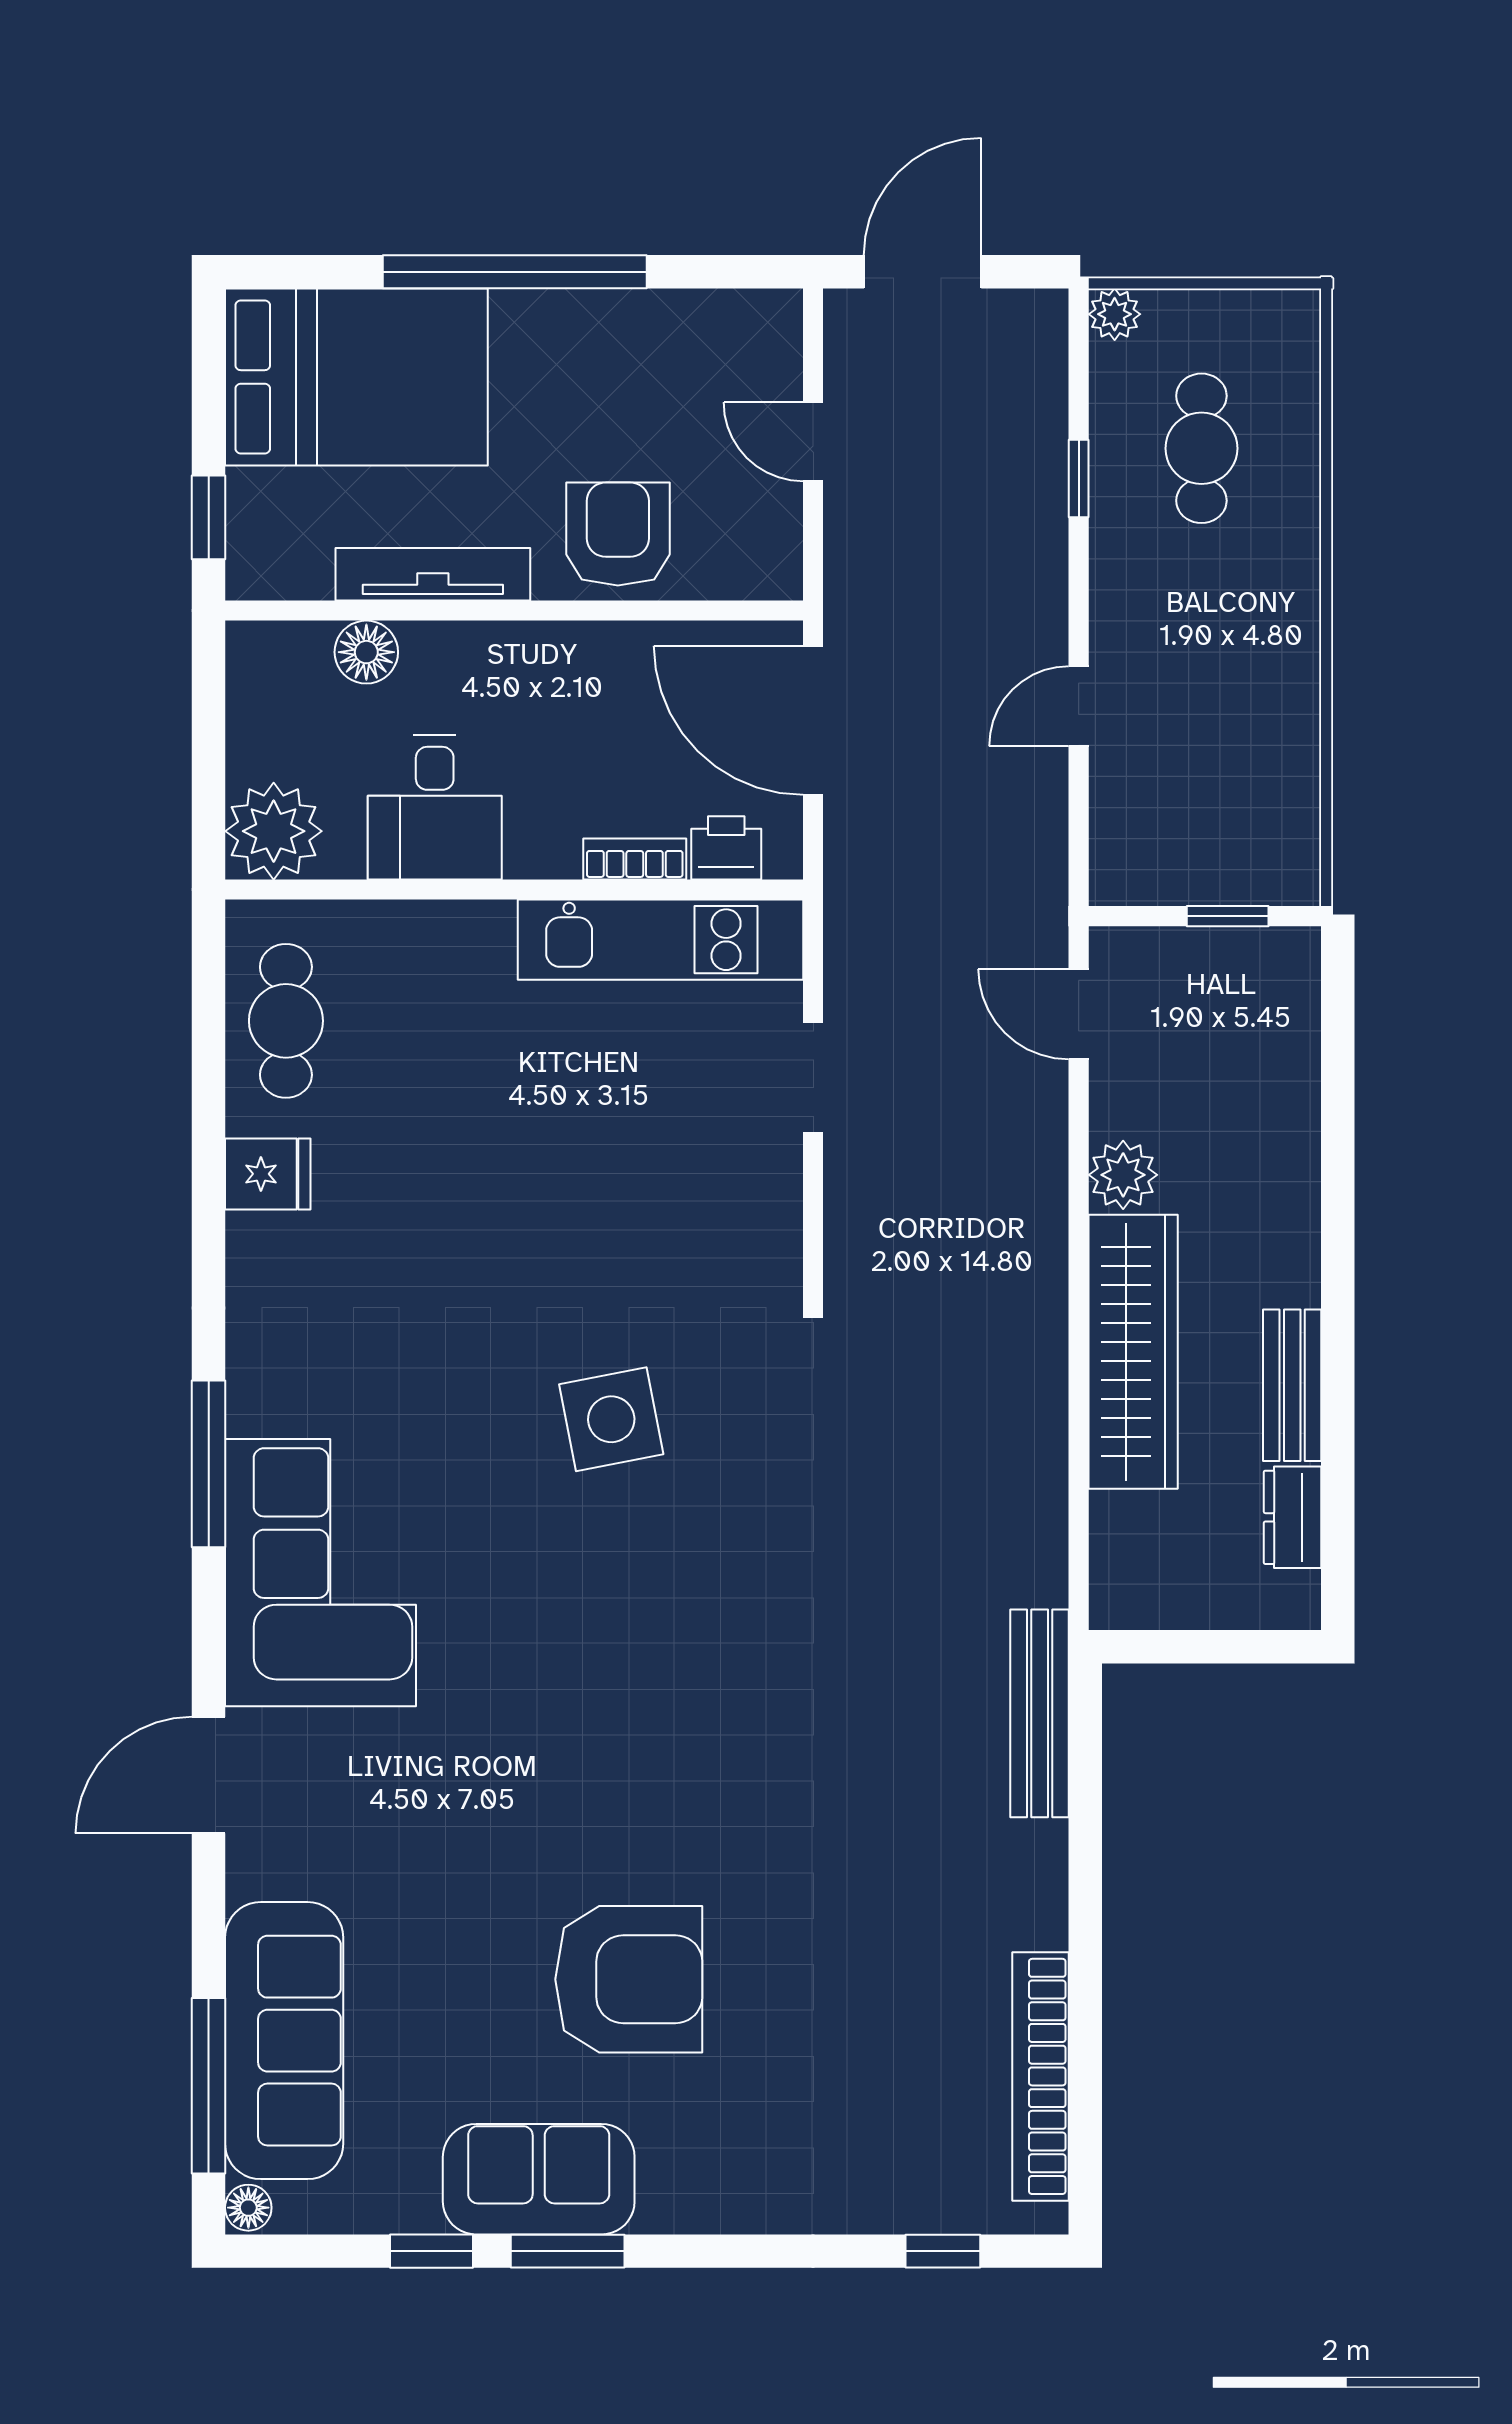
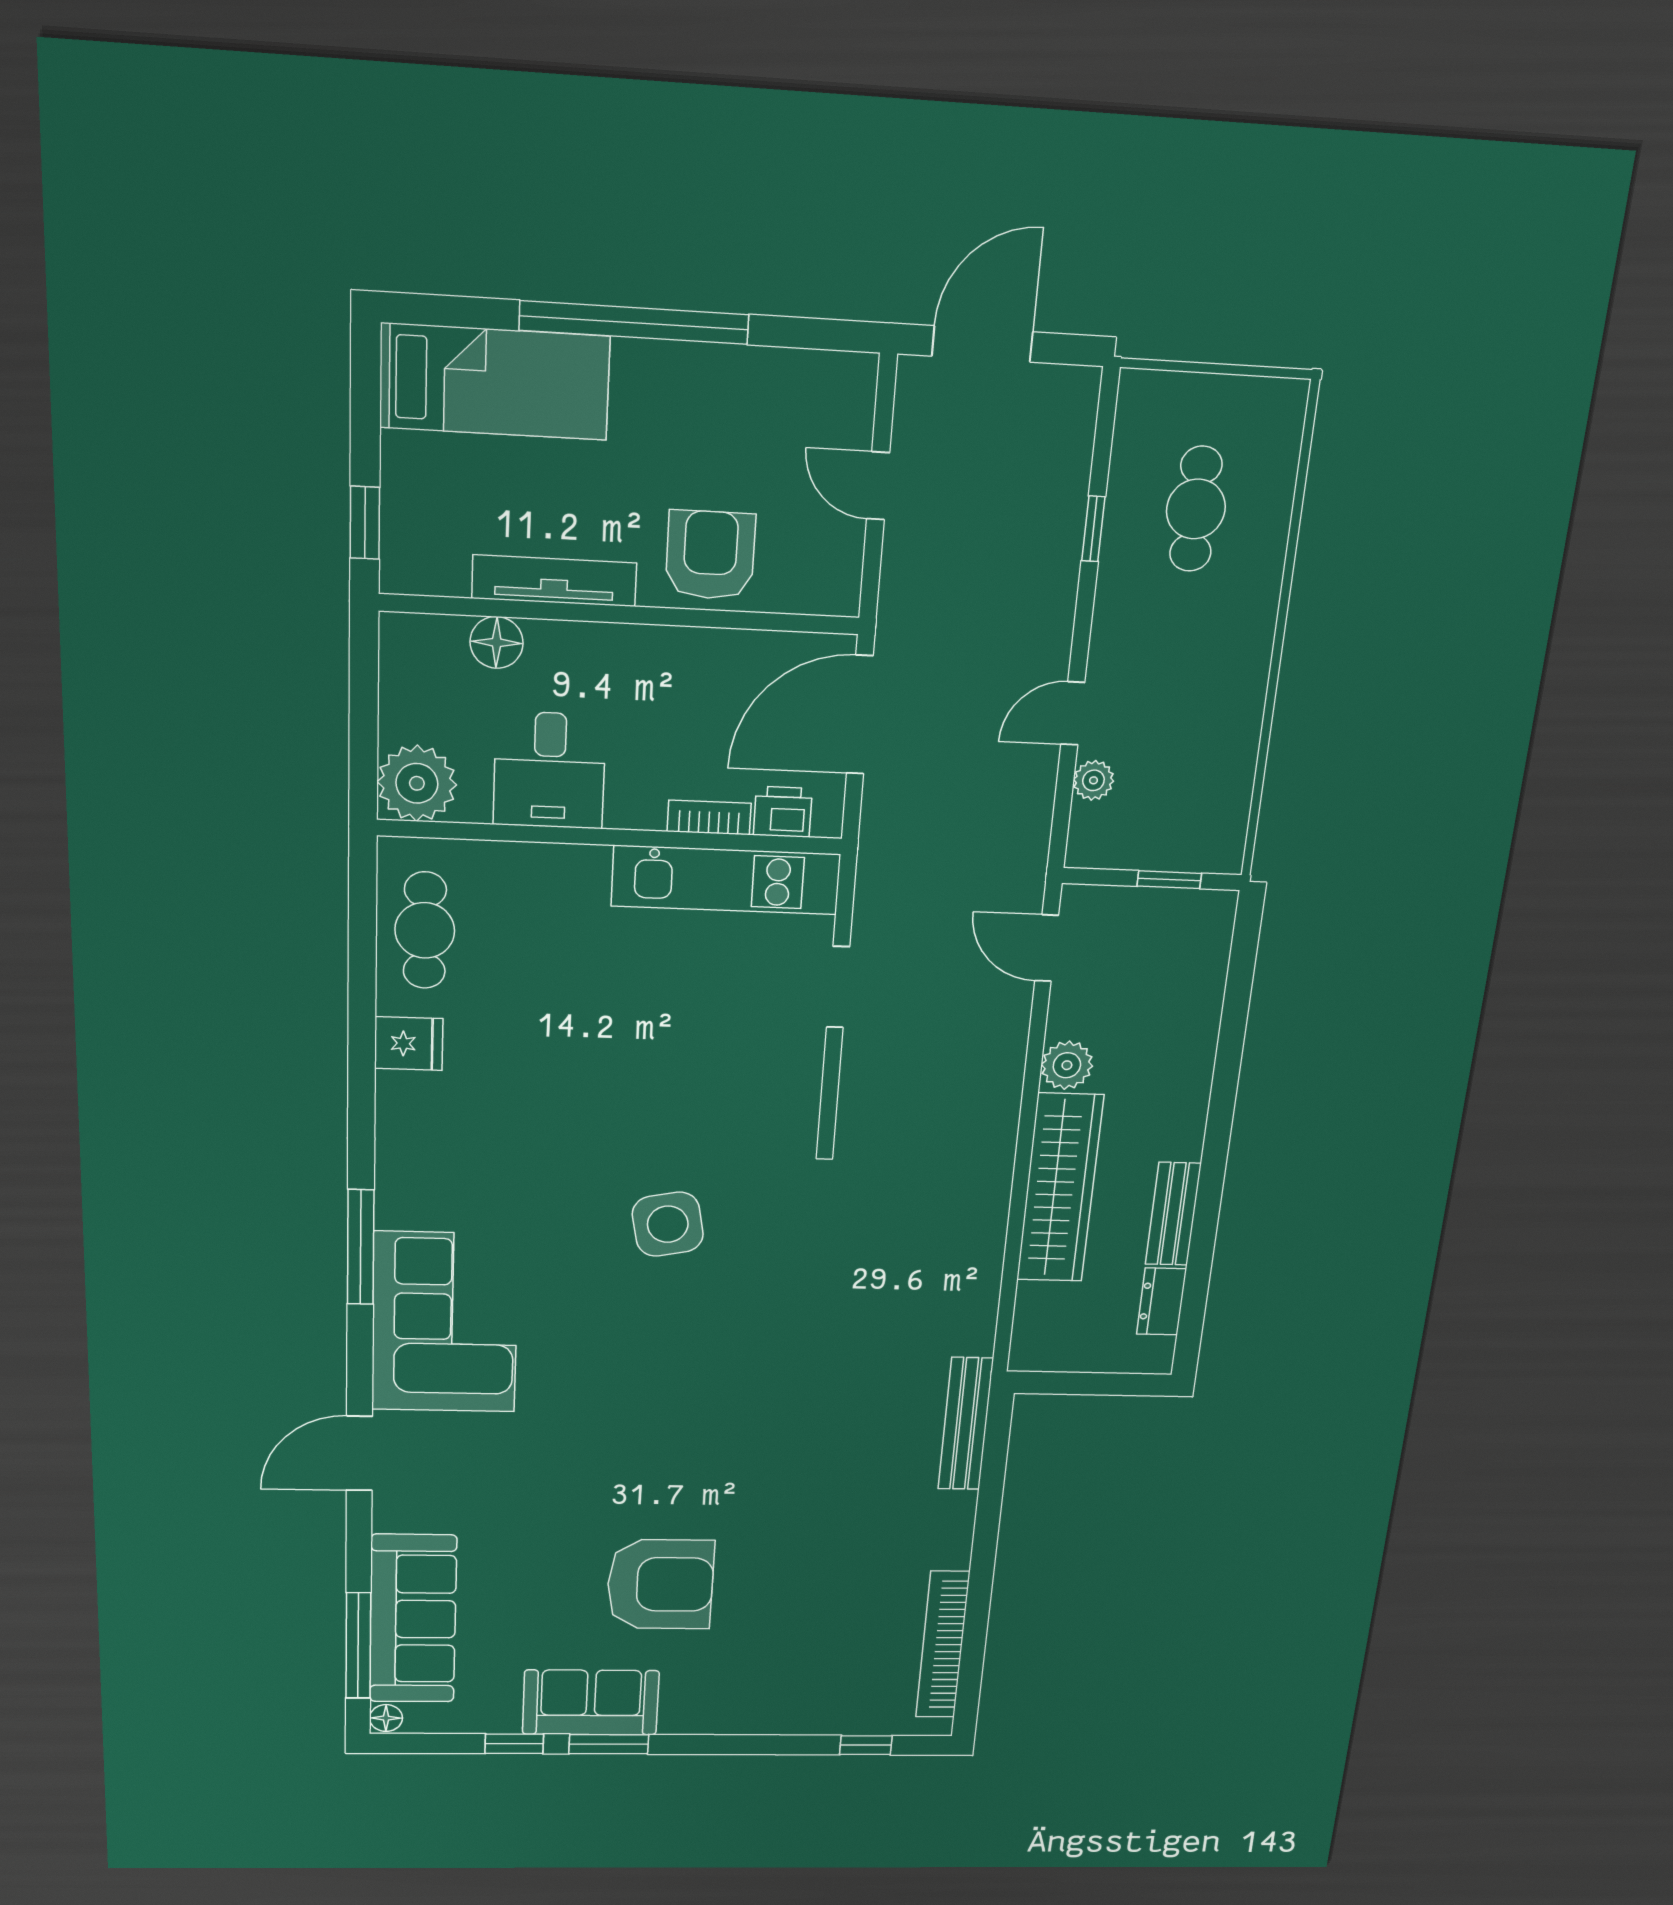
plant: (1115, 314) -> (1093, 780), moved
bed: (356, 377) -> (495, 382), width x0.67
door: (813, 720) -> (860, 715), hinge flipped

